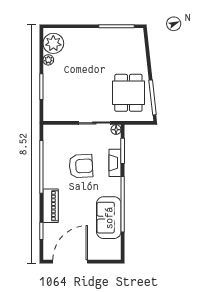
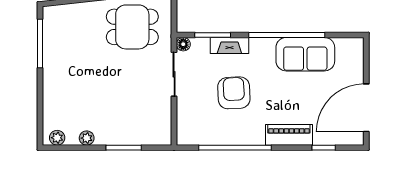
plant: (53, 43) -> (57, 138), width x0.53, depth x0.53
door: (70, 262) -> (366, 108), hinge flipped

